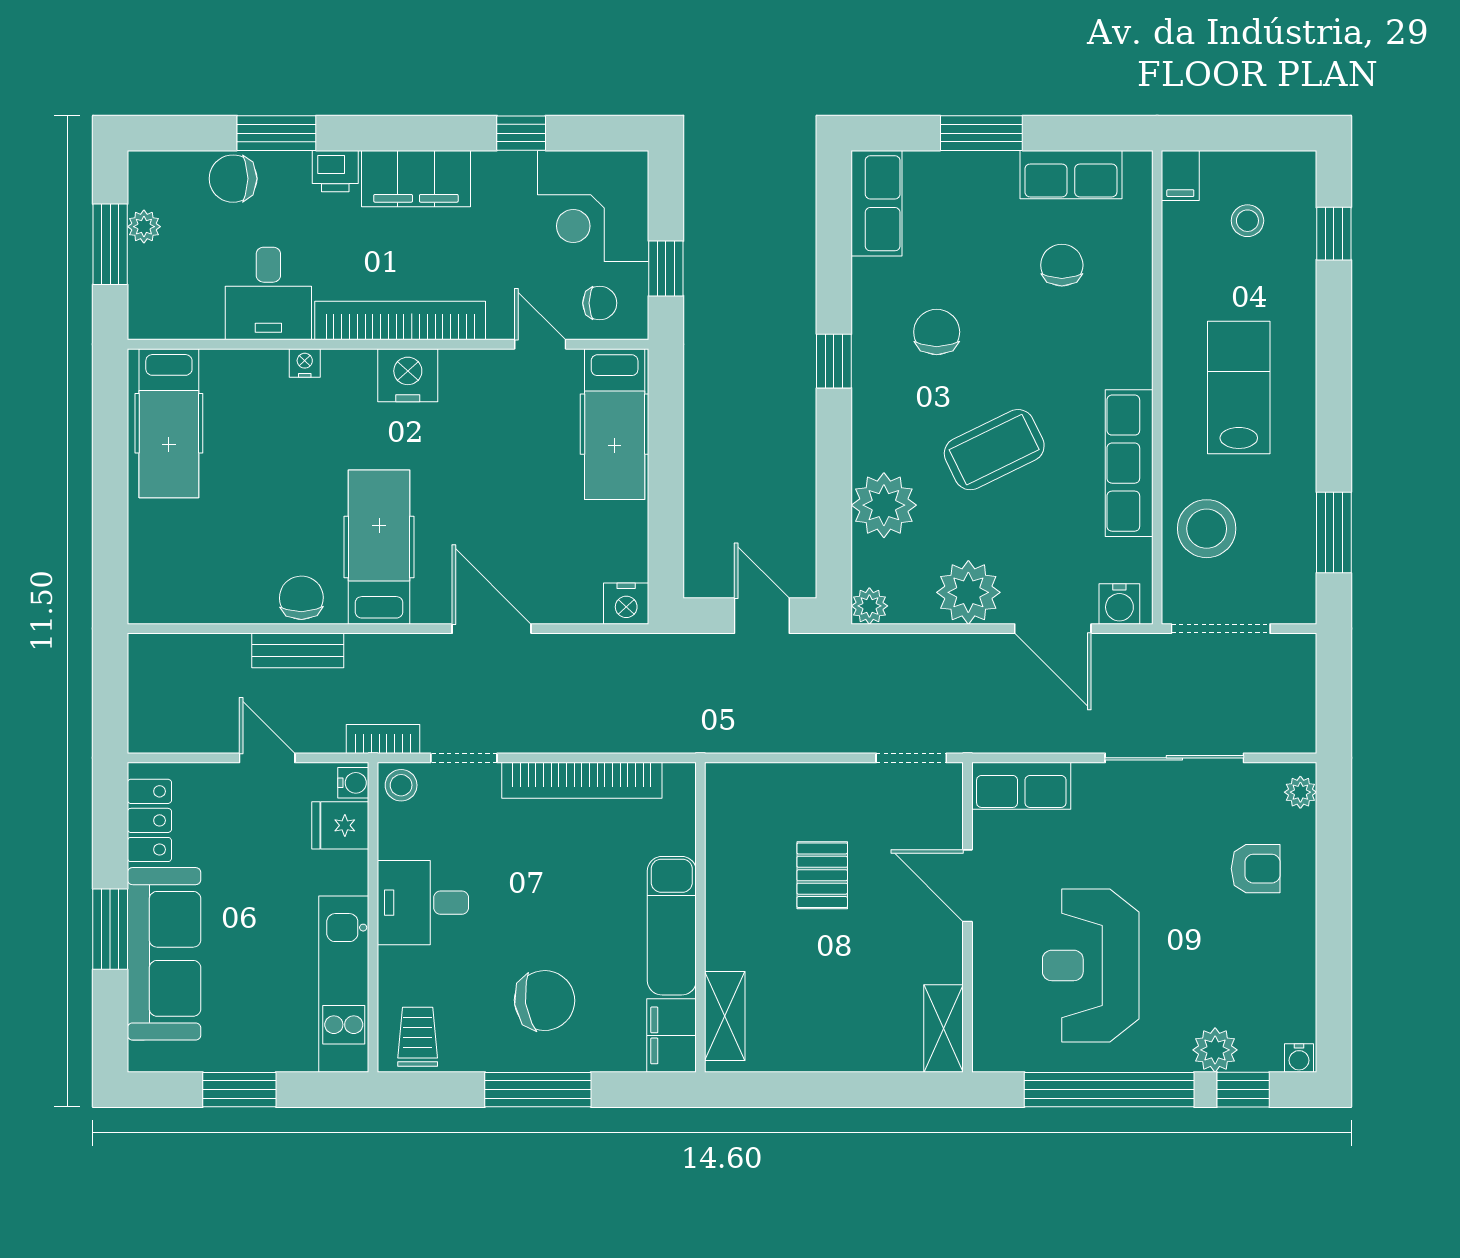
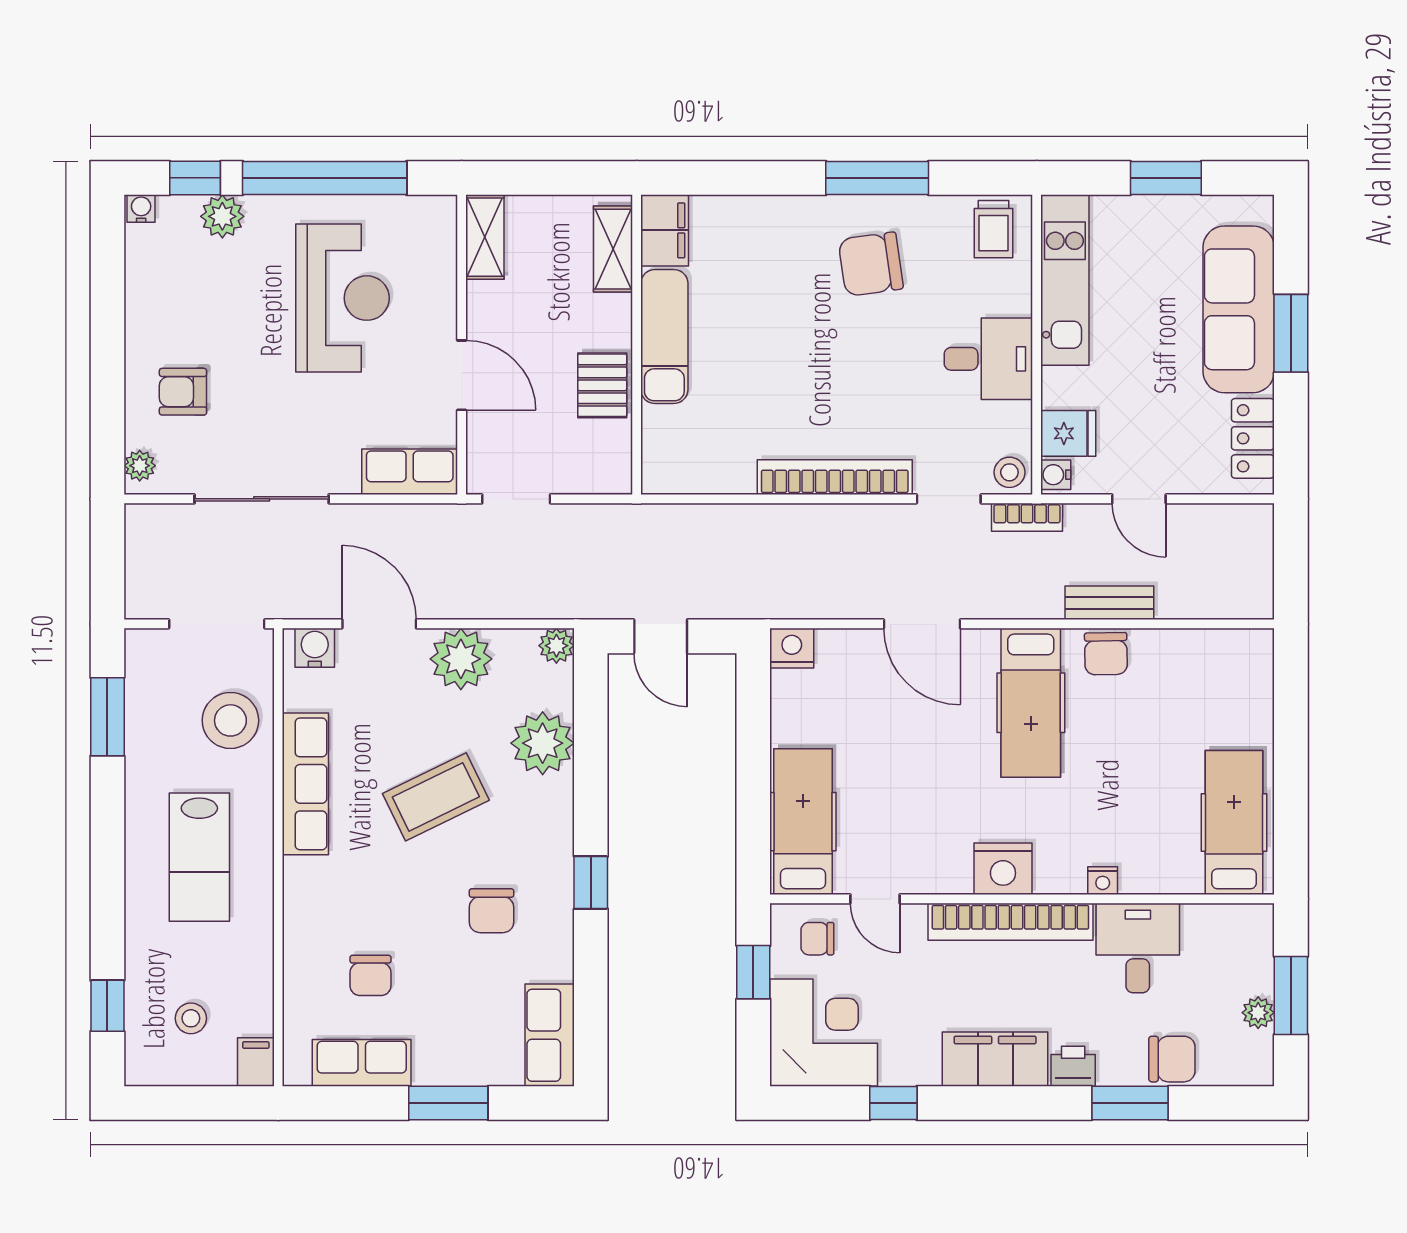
wall: (700, 917) -> (637, 345), moved
exam couch: (672, 926) -> (664, 337), moved
shelving: (725, 1016) -> (613, 249), moved
filing cabinet: (671, 1035) -> (665, 230), moved

